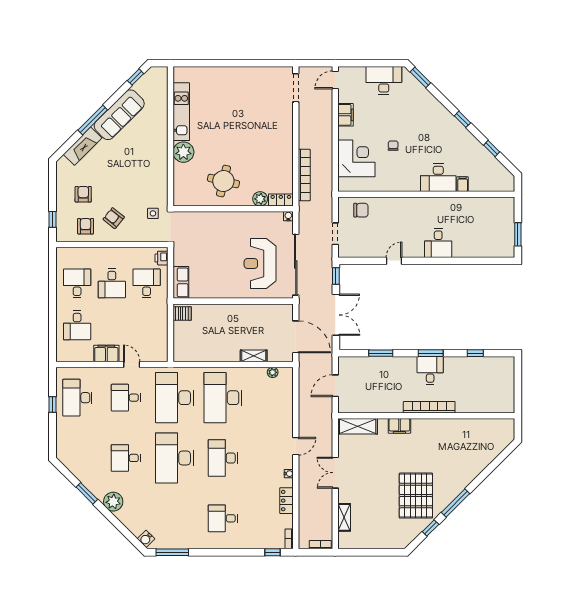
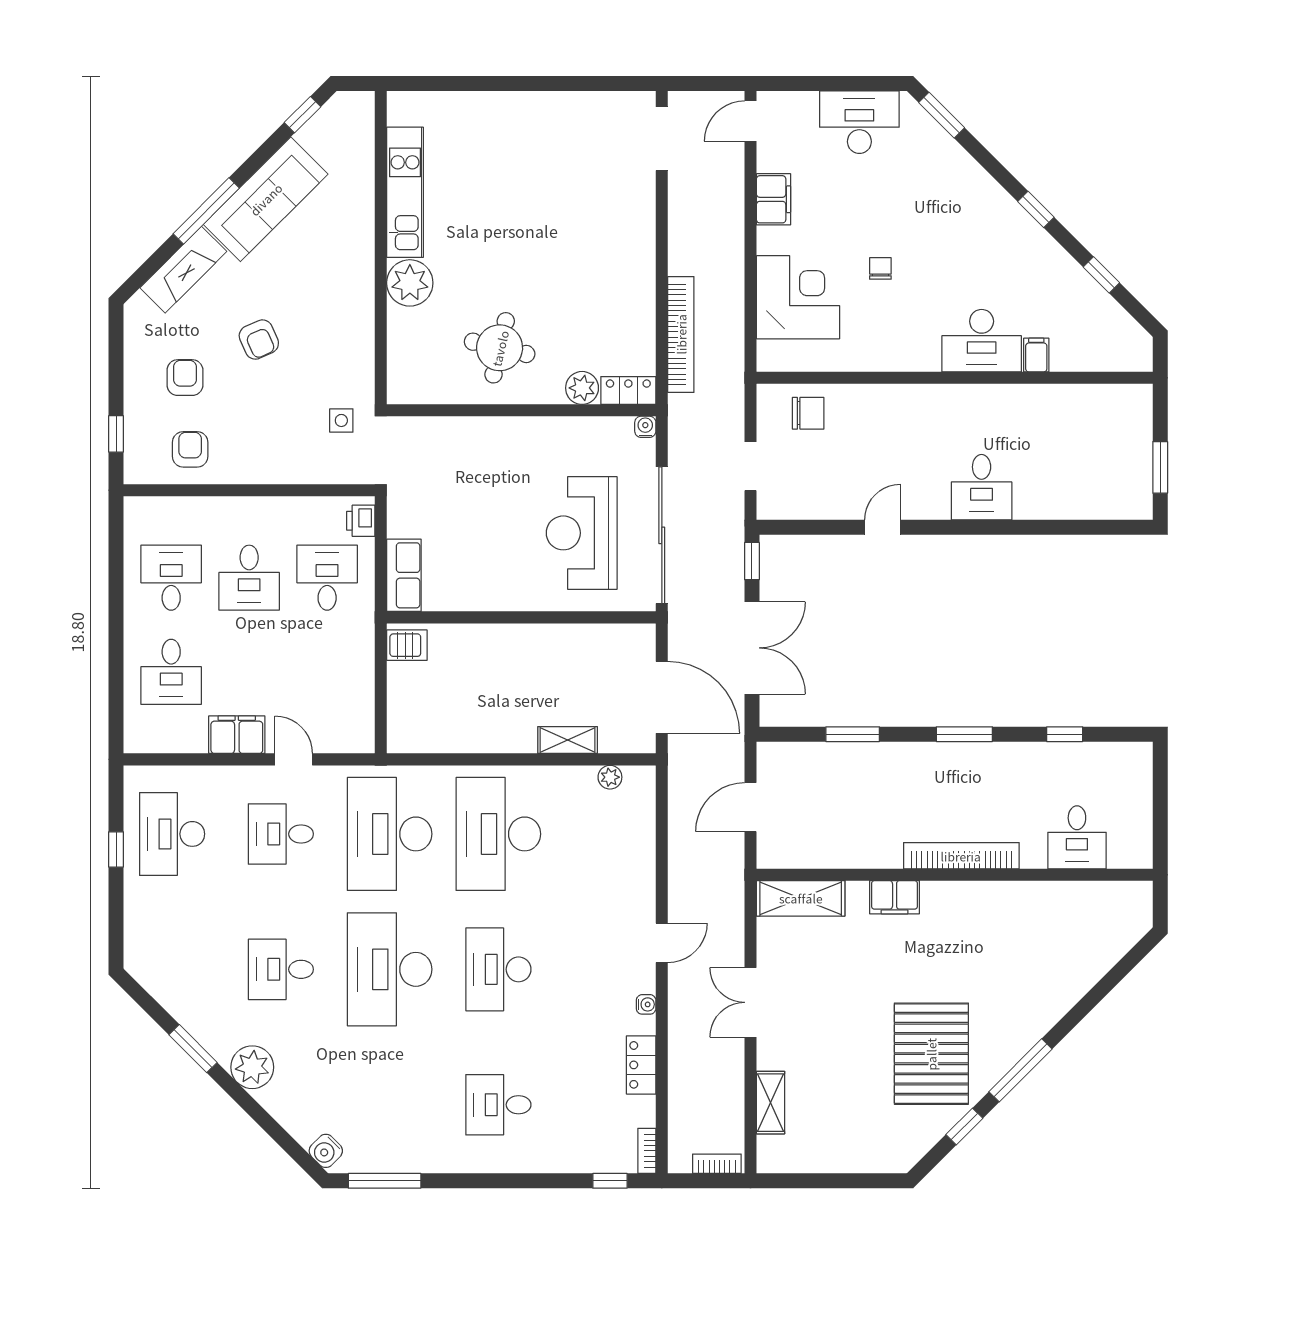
armchair: (114, 218) -> (259, 340), moved, turned -153
desk: (430, 371) -> (1077, 837), moved, turned 180

